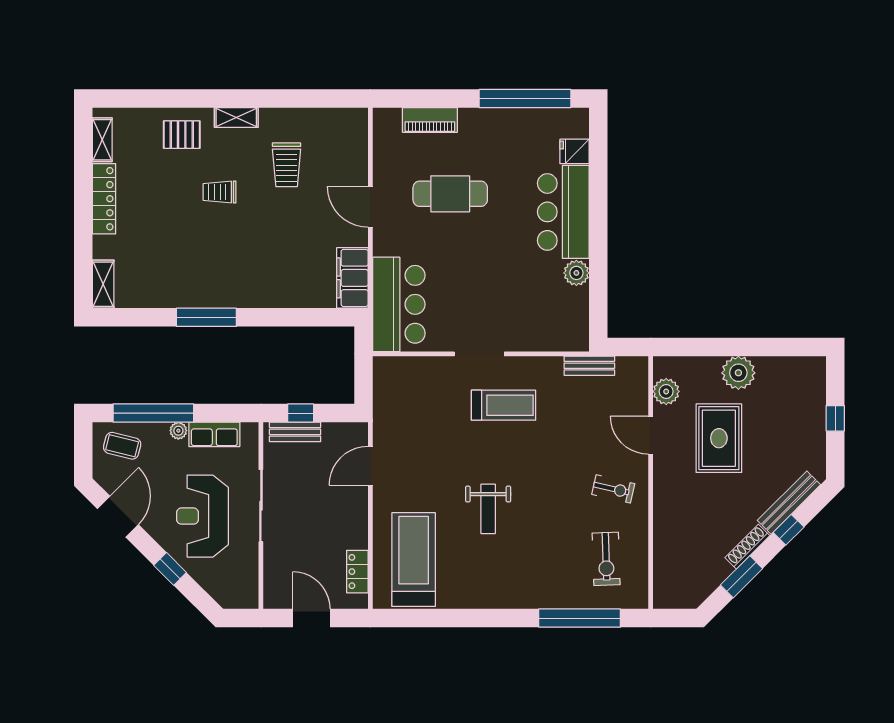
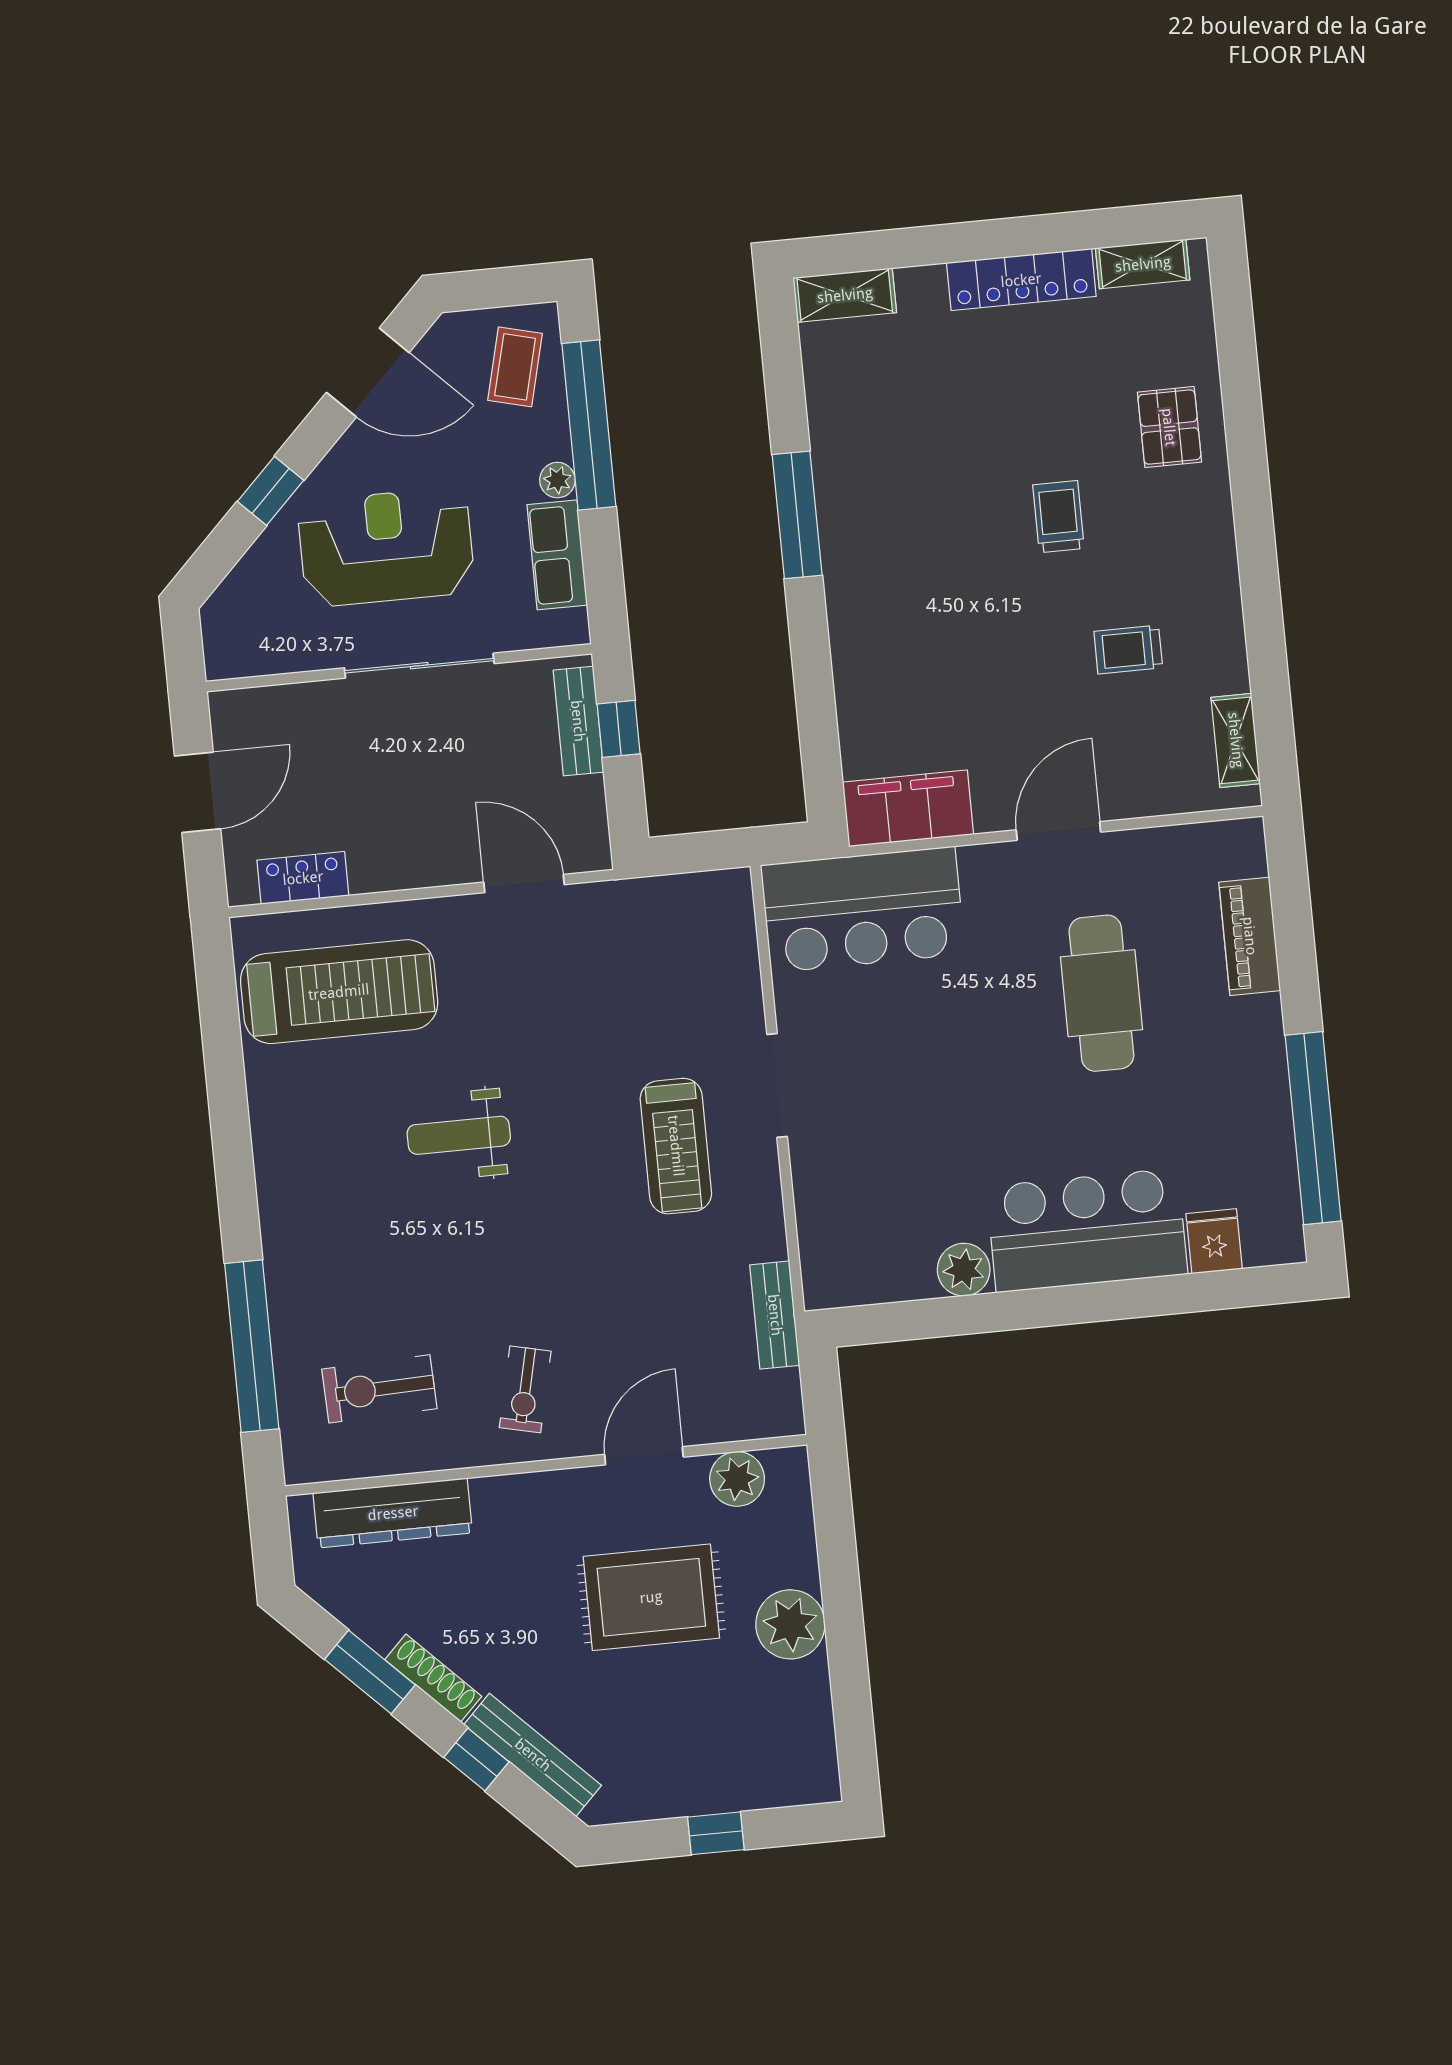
shelving: (236, 118) -> (1236, 740), moved
trolley: (287, 165) -> (1128, 650), width x0.73, depth x0.72
dresser: (666, 558) -> (393, 1513), added

